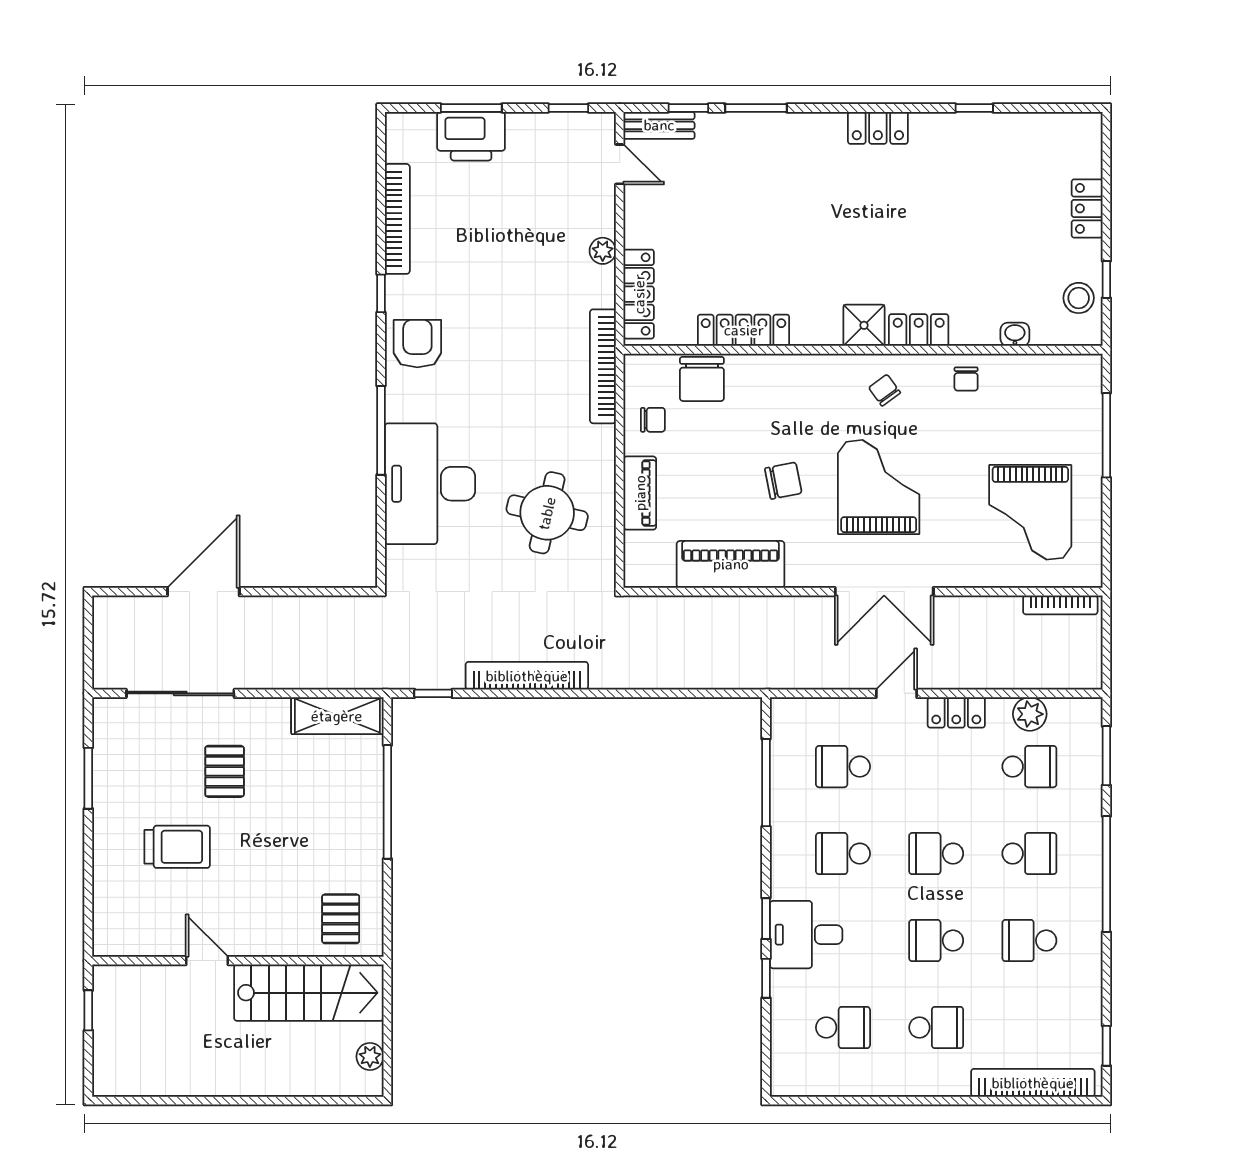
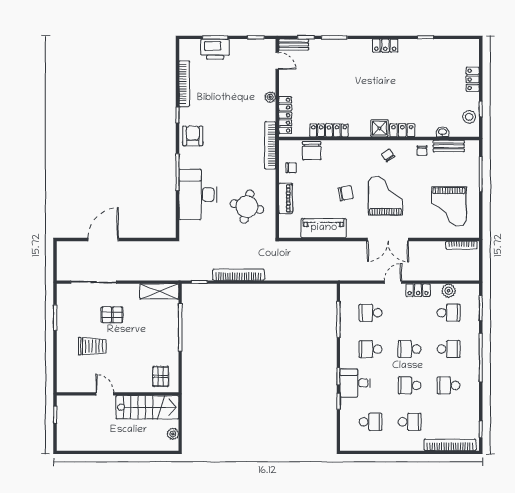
bench: (1030, 368) -> (449, 146), added
pallet: (225, 771) -> (112, 315), turned 90

